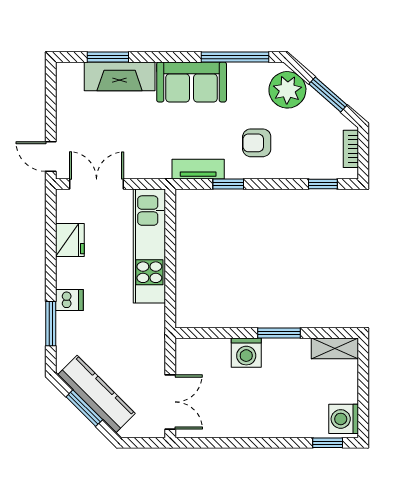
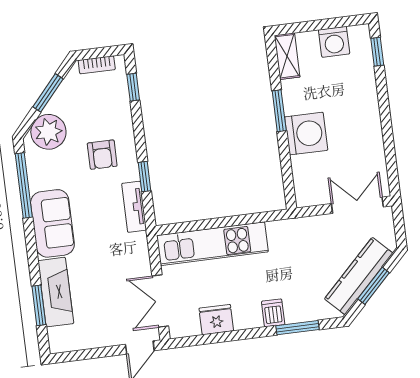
washing machine: (246, 353) -> (306, 134), width x1.37, depth x1.37
washing machine: (344, 419) -> (334, 42), moved

